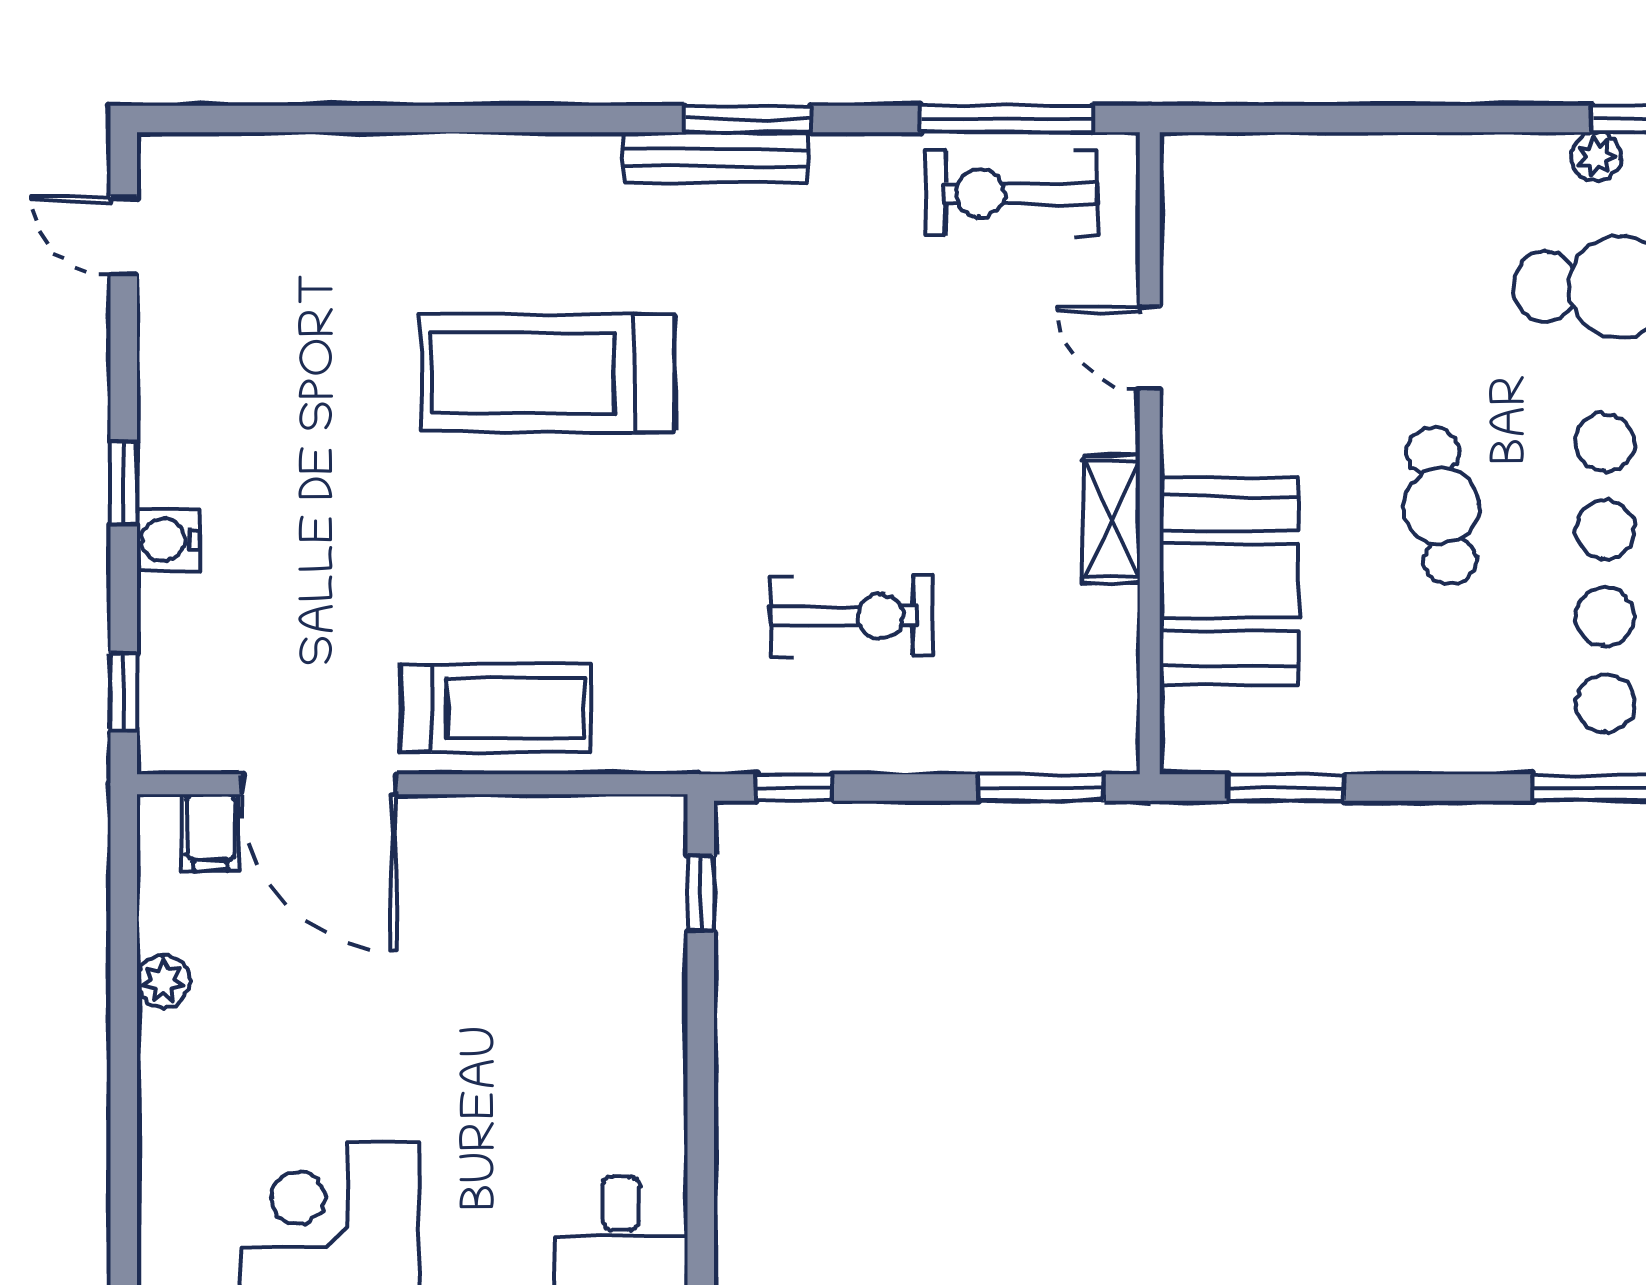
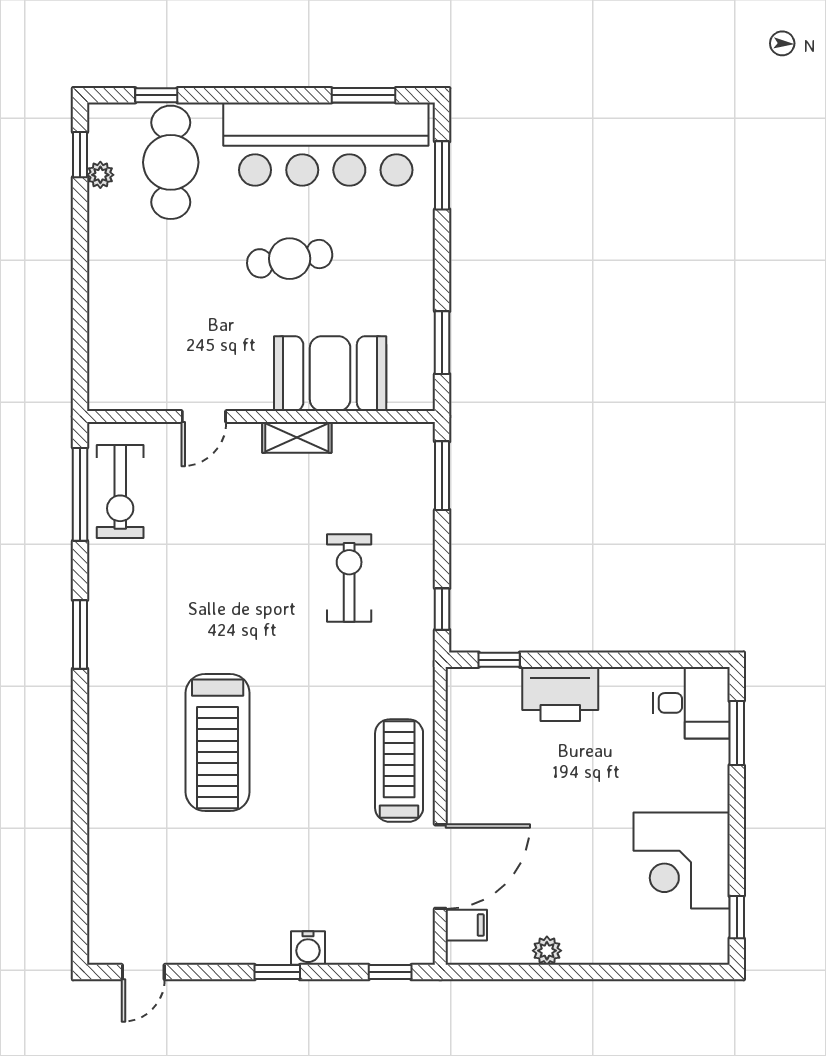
bench: (716, 158) -> (101, 651), removed
printer: (637, 1006) -> (560, 694), added

